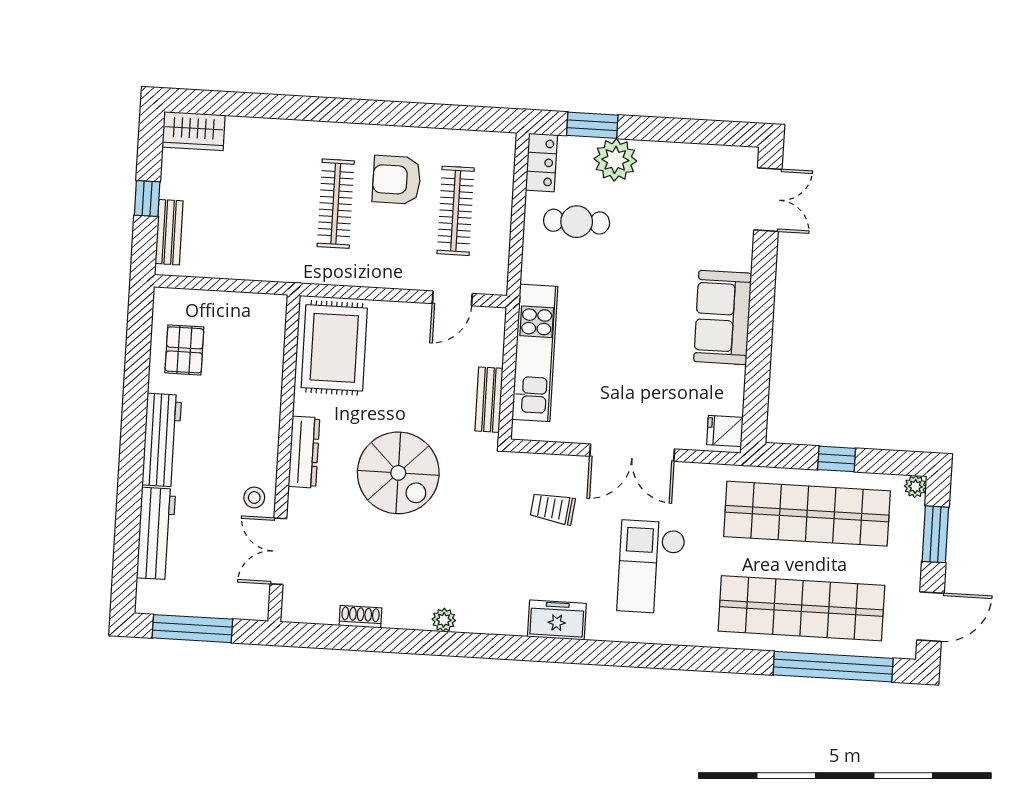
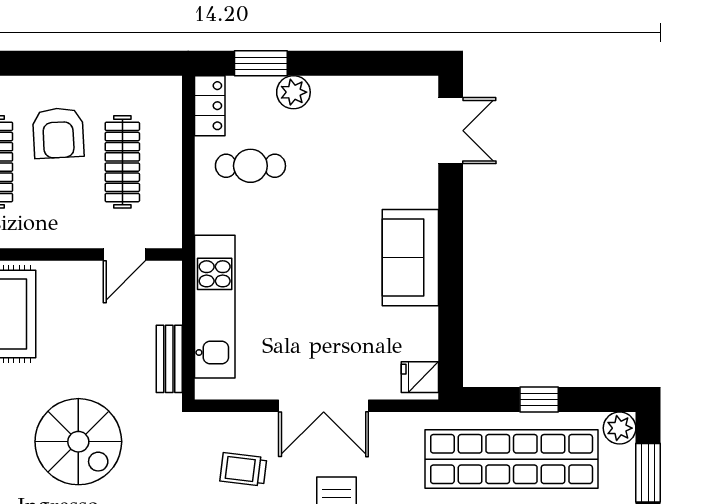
plant: (615, 160) -> (293, 92), width x0.73, depth x0.73
armchair: (397, 180) -> (58, 133), turned -93
plant: (915, 486) -> (620, 428), width x1.38, depth x1.38

